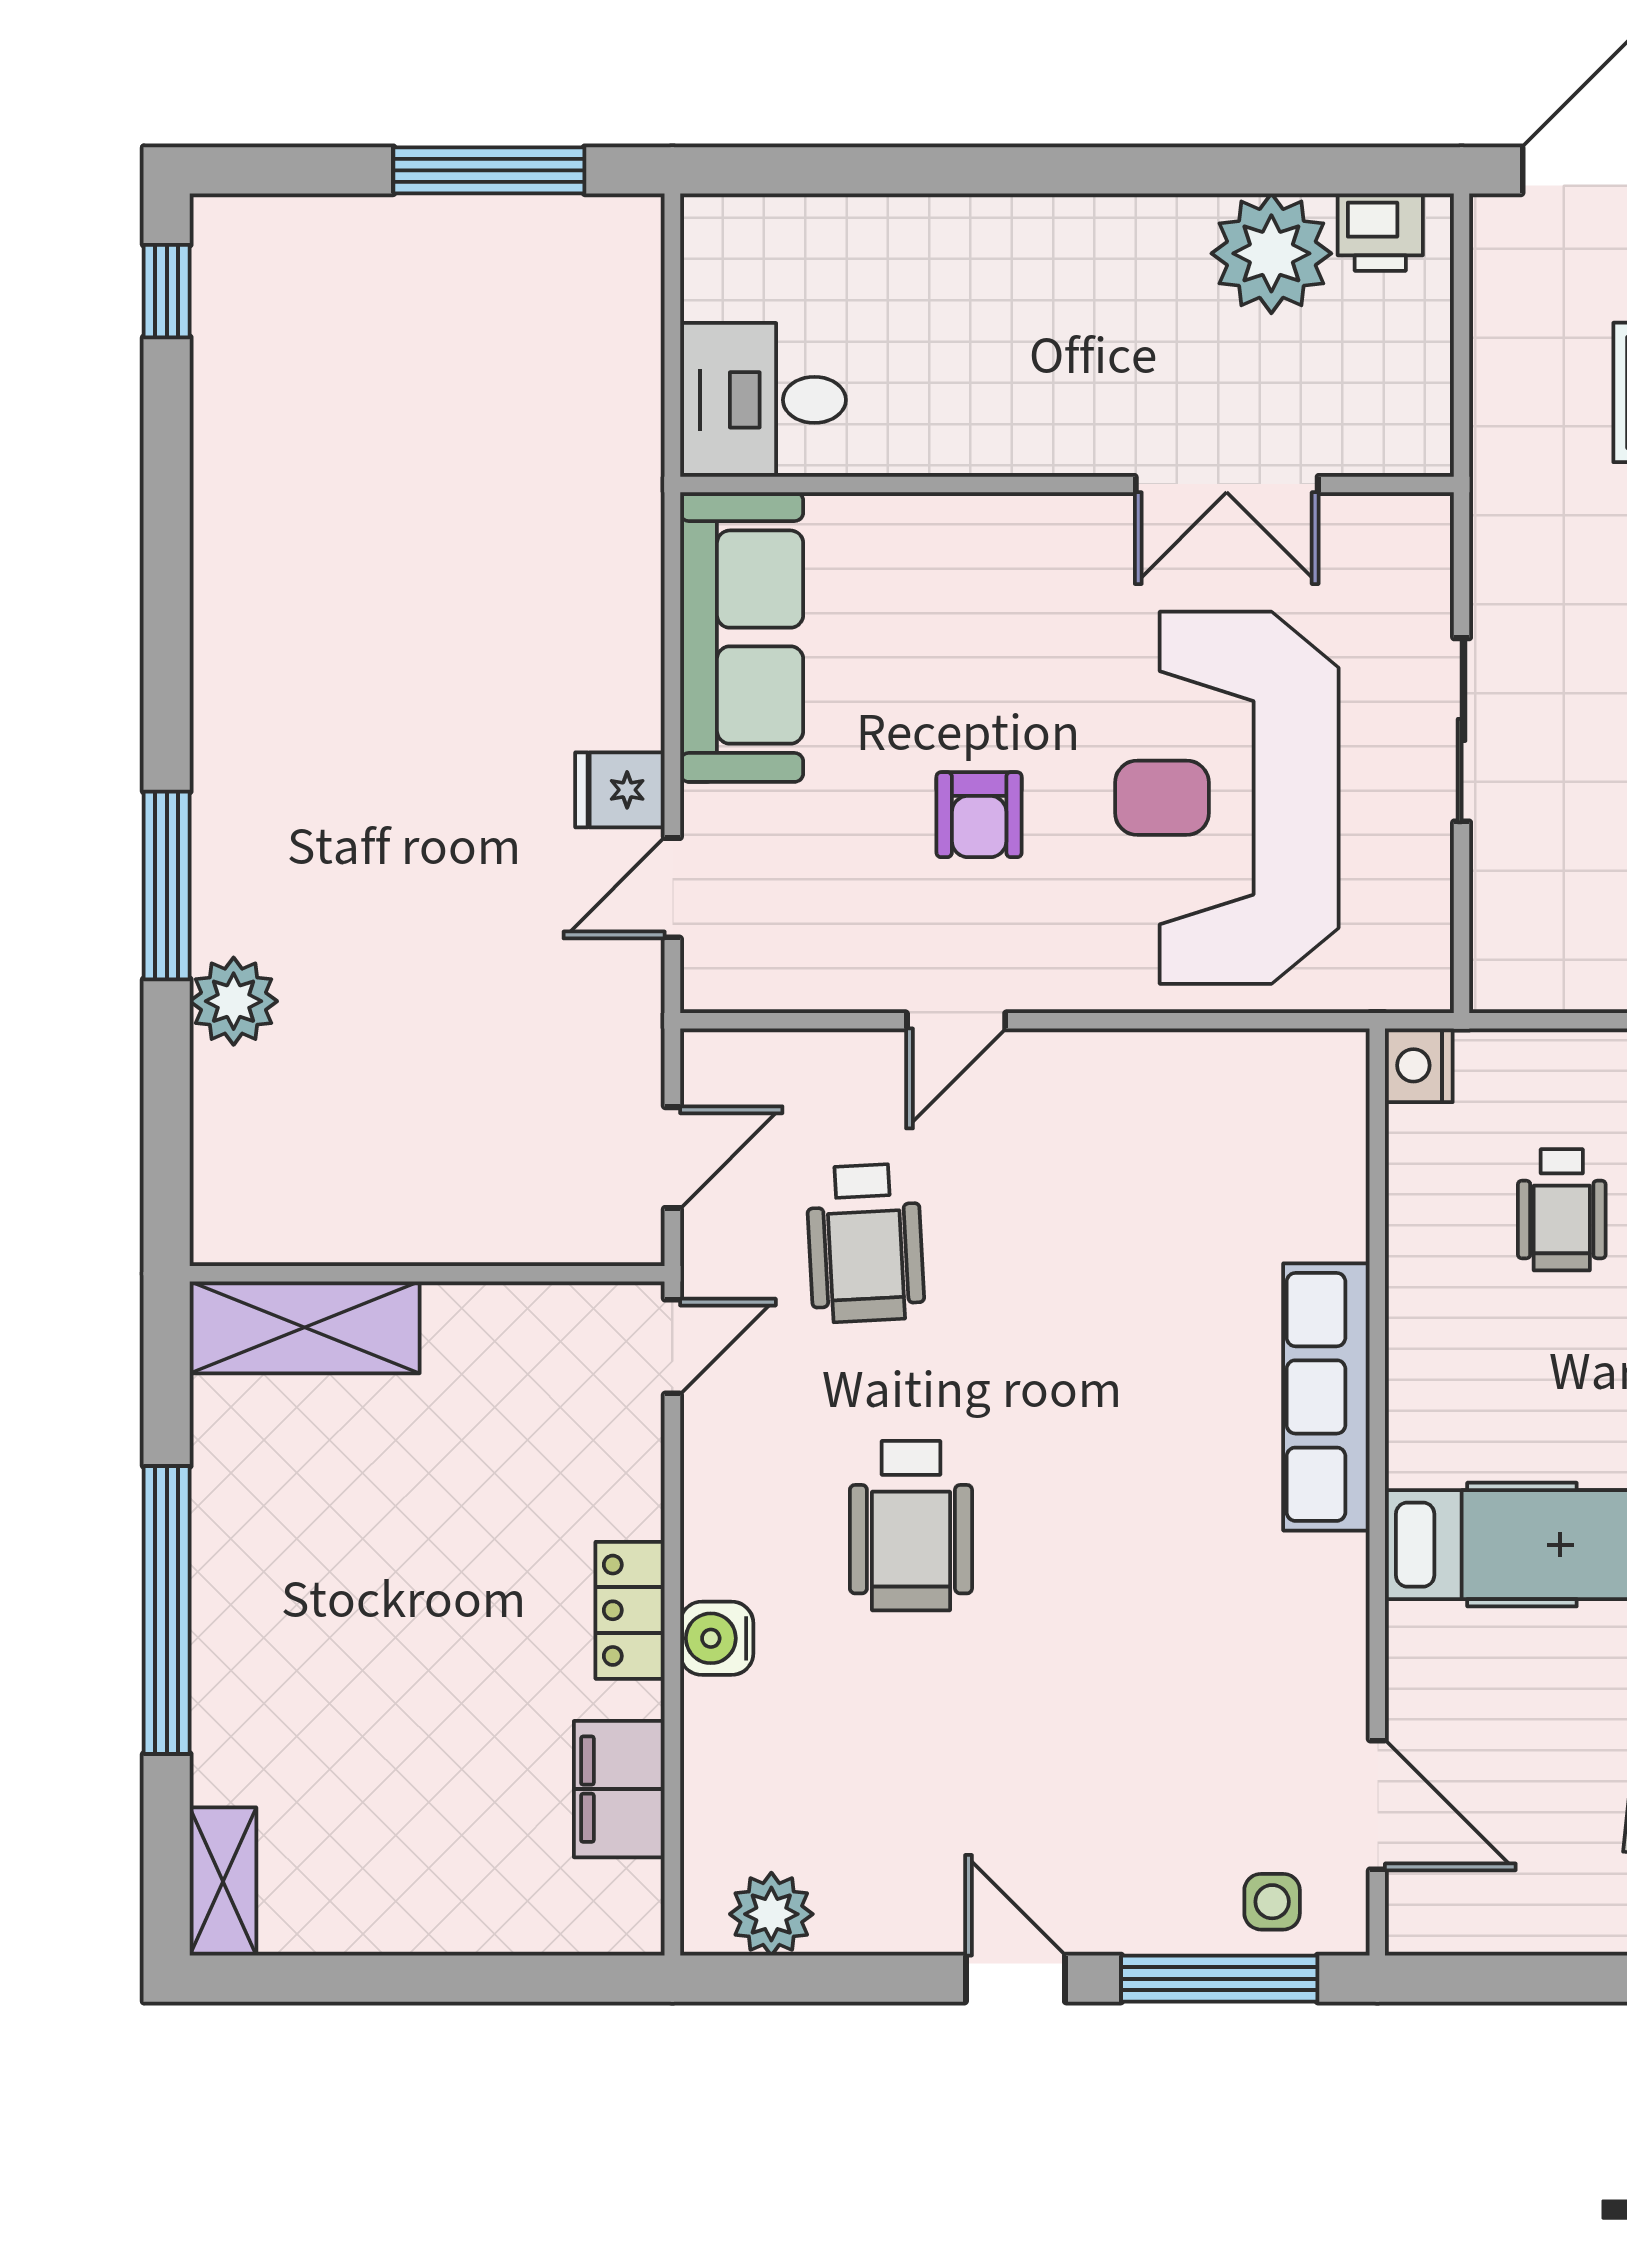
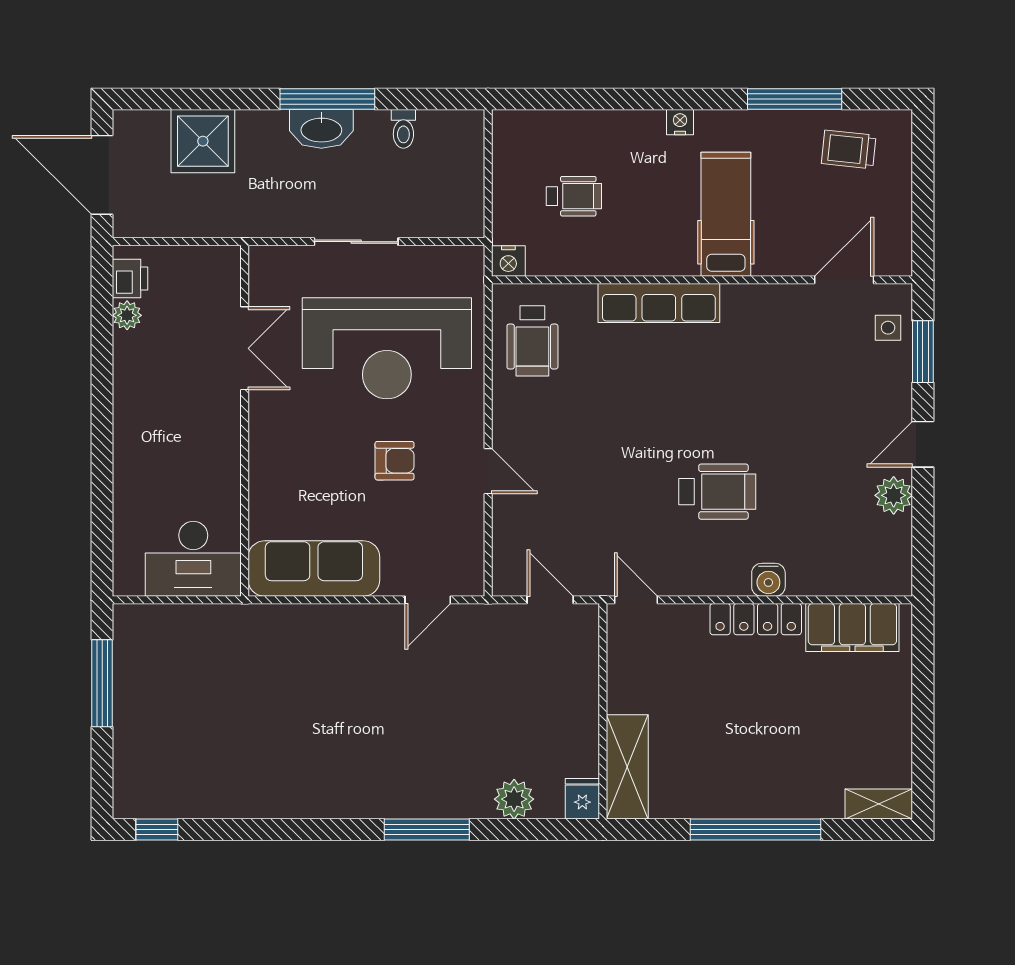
plant: (1271, 253) -> (127, 315), width x0.53, depth x0.53
desk: (763, 400) -> (193, 559), width x1.37
fridge: (620, 790) -> (582, 799), moved, turned 180
door: (672, 888) -> (428, 600), hinge flipped
plant: (234, 1001) -> (514, 799), moved
wheelchair: (865, 1243) -> (532, 341), moved, turned 93
locker: (630, 1610) -> (756, 619), width x1.53
filing cabinet: (619, 1789) -> (852, 627), width x1.50, depth x1.17
plant: (771, 1914) -> (894, 495), moved
window: (1219, 1979) -> (923, 352), width x0.69

